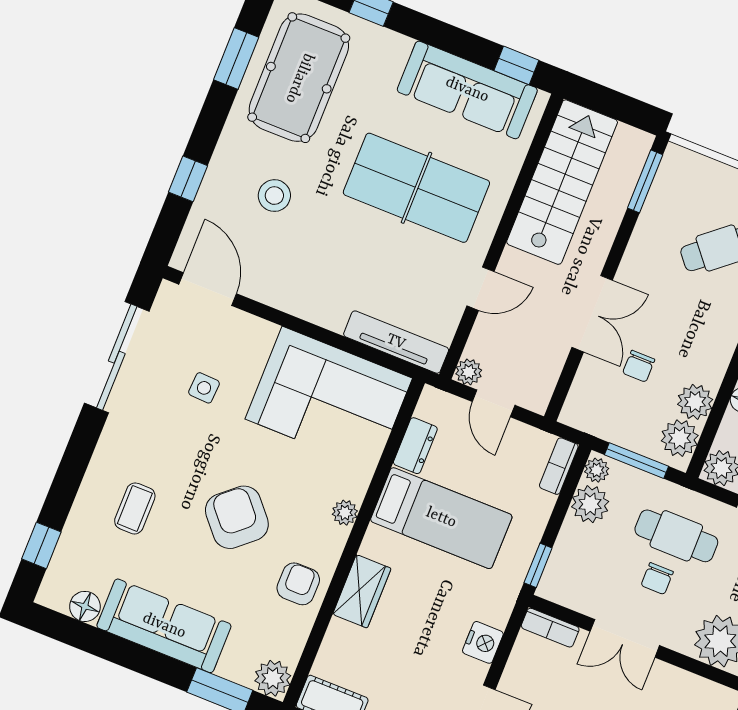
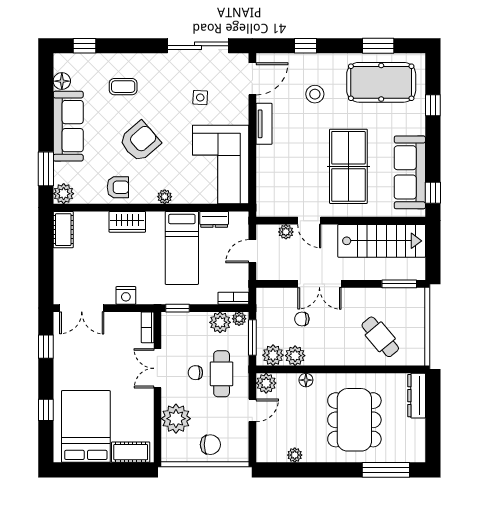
tv unit: (396, 342) -> (264, 124), moved, width x0.71
plant: (469, 372) -> (286, 232), moved

